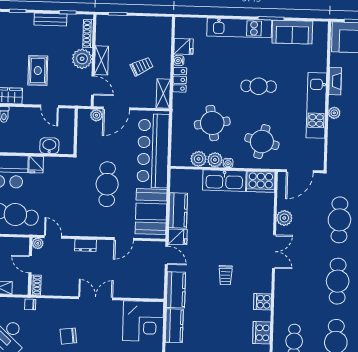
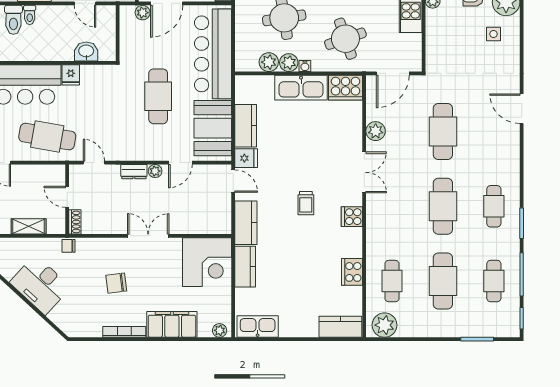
round table: (262, 142) -> (345, 39), turned -33
plant: (38, 243) -> (155, 171), moved
cooker: (263, 302) -> (352, 217), moved

